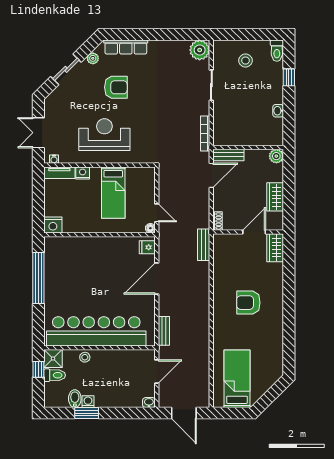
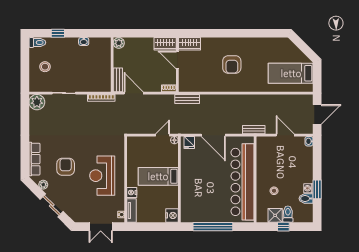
bed: (113, 193) -> (158, 176), moved, turned 180
wardrobe: (275, 197) -> (165, 44), moved
bar counter: (96, 331) -> (243, 182), moved
wall: (100, 348) -> (255, 179), moved

